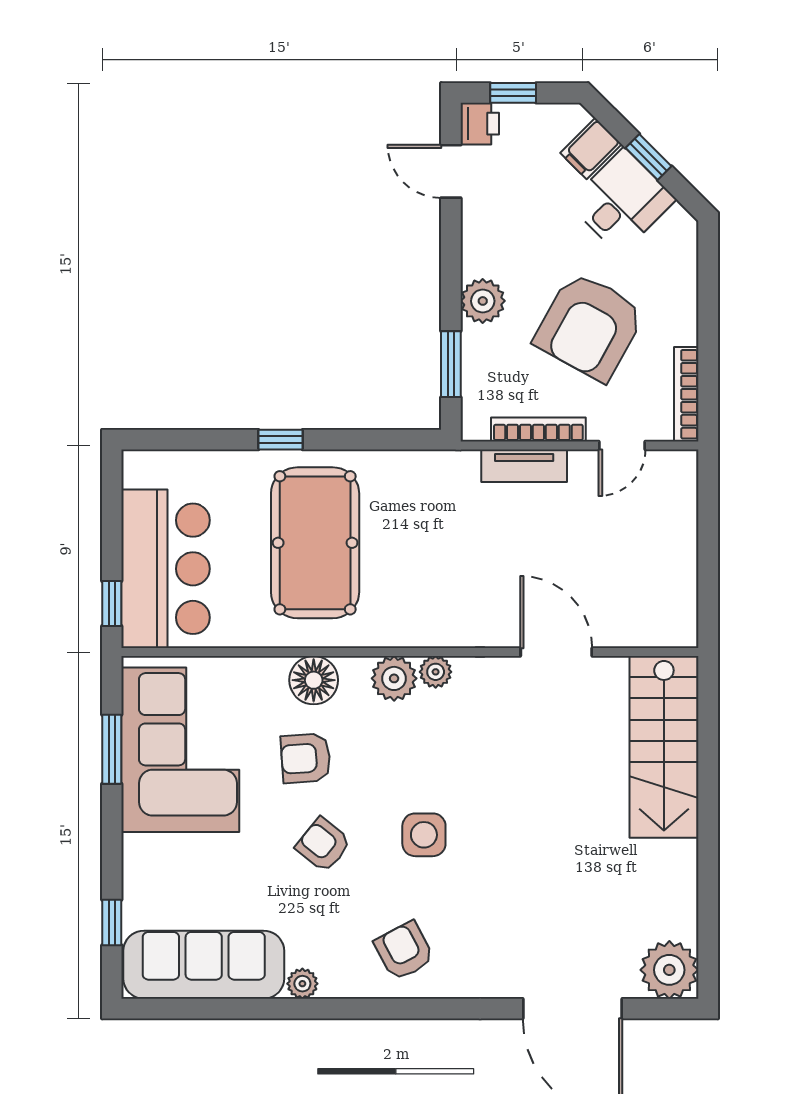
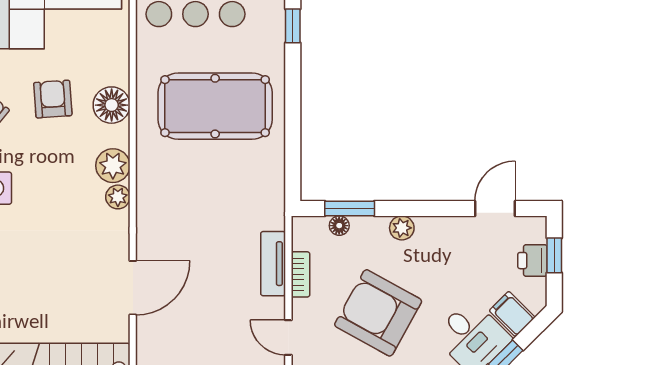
printer: (480, 124) -> (532, 261), moved, turned 90
plant: (483, 301) -> (402, 228), width x0.73, depth x0.73
floor lamp: (474, 378) -> (339, 226), added
bookcase: (538, 429) -> (300, 274), width x0.64
window: (280, 440) -> (293, 26), moved

